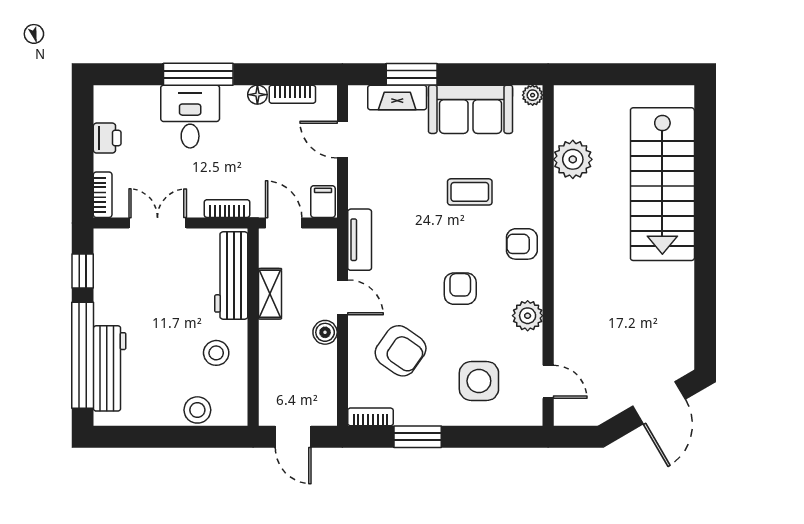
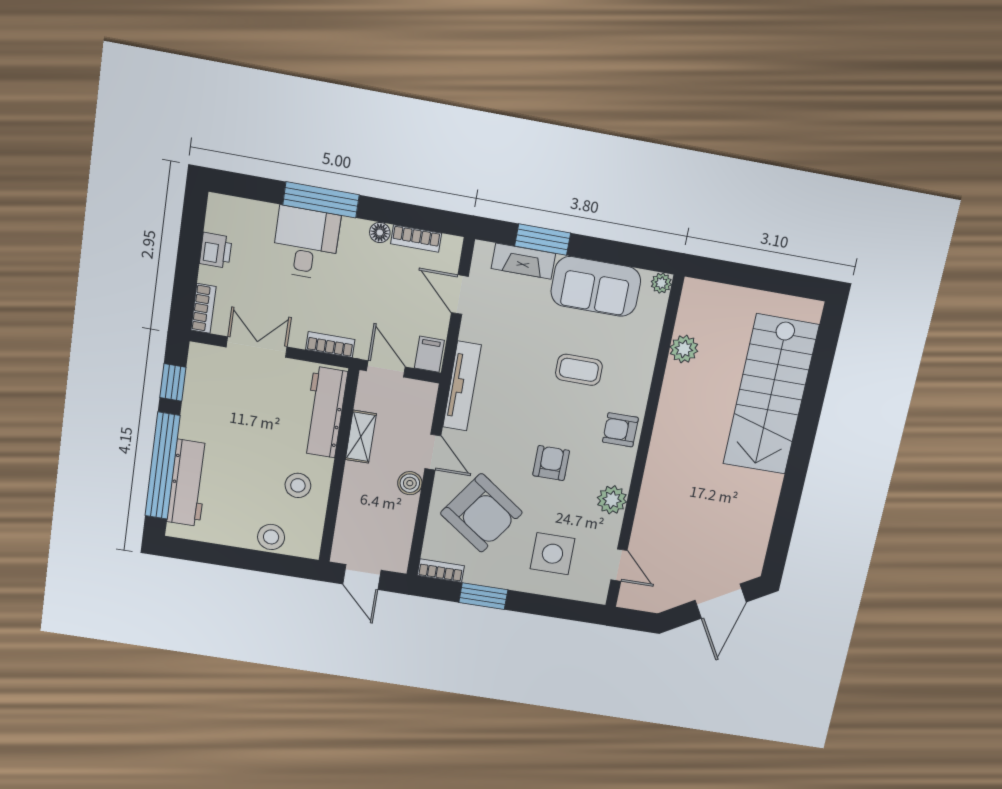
plant: (573, 159) -> (684, 349), width x0.73, depth x0.73
tv unit: (360, 240) -> (462, 386), width x1.41
armchair: (401, 351) -> (481, 513), width x1.36, depth x1.36

